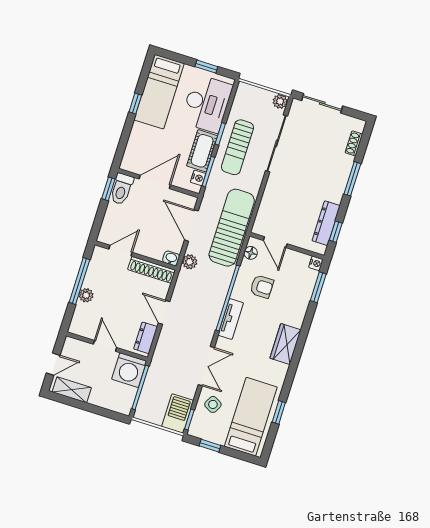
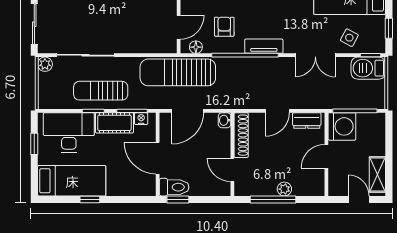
sun lounger: (238, 147) -> (101, 91), turned 180
plant: (190, 262) -> (222, 102), removed
double door: (206, 366) -> (315, 55), swing flipped

